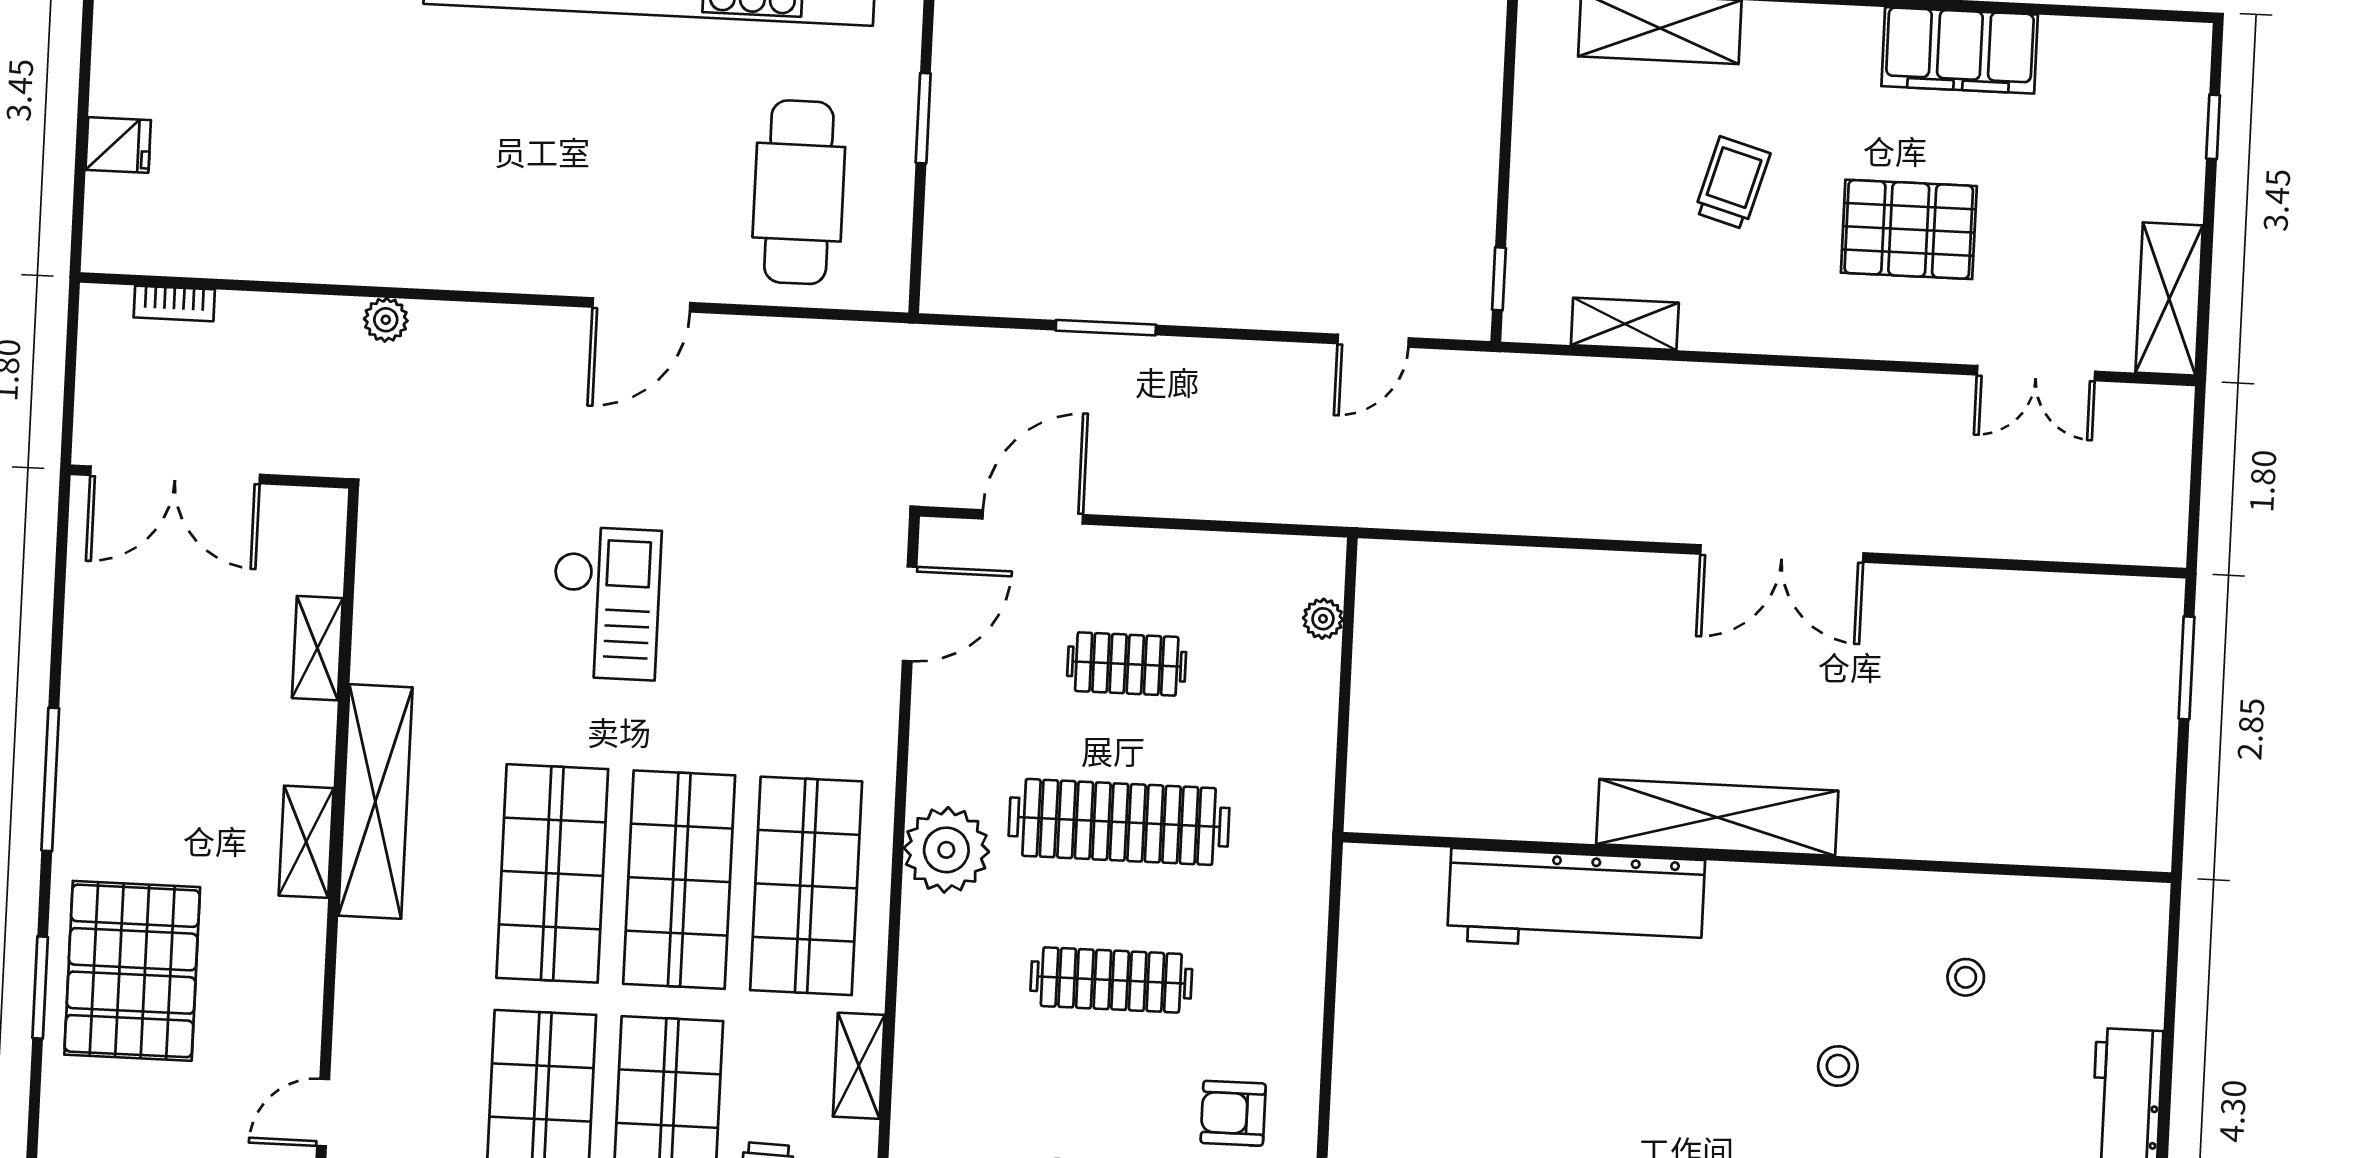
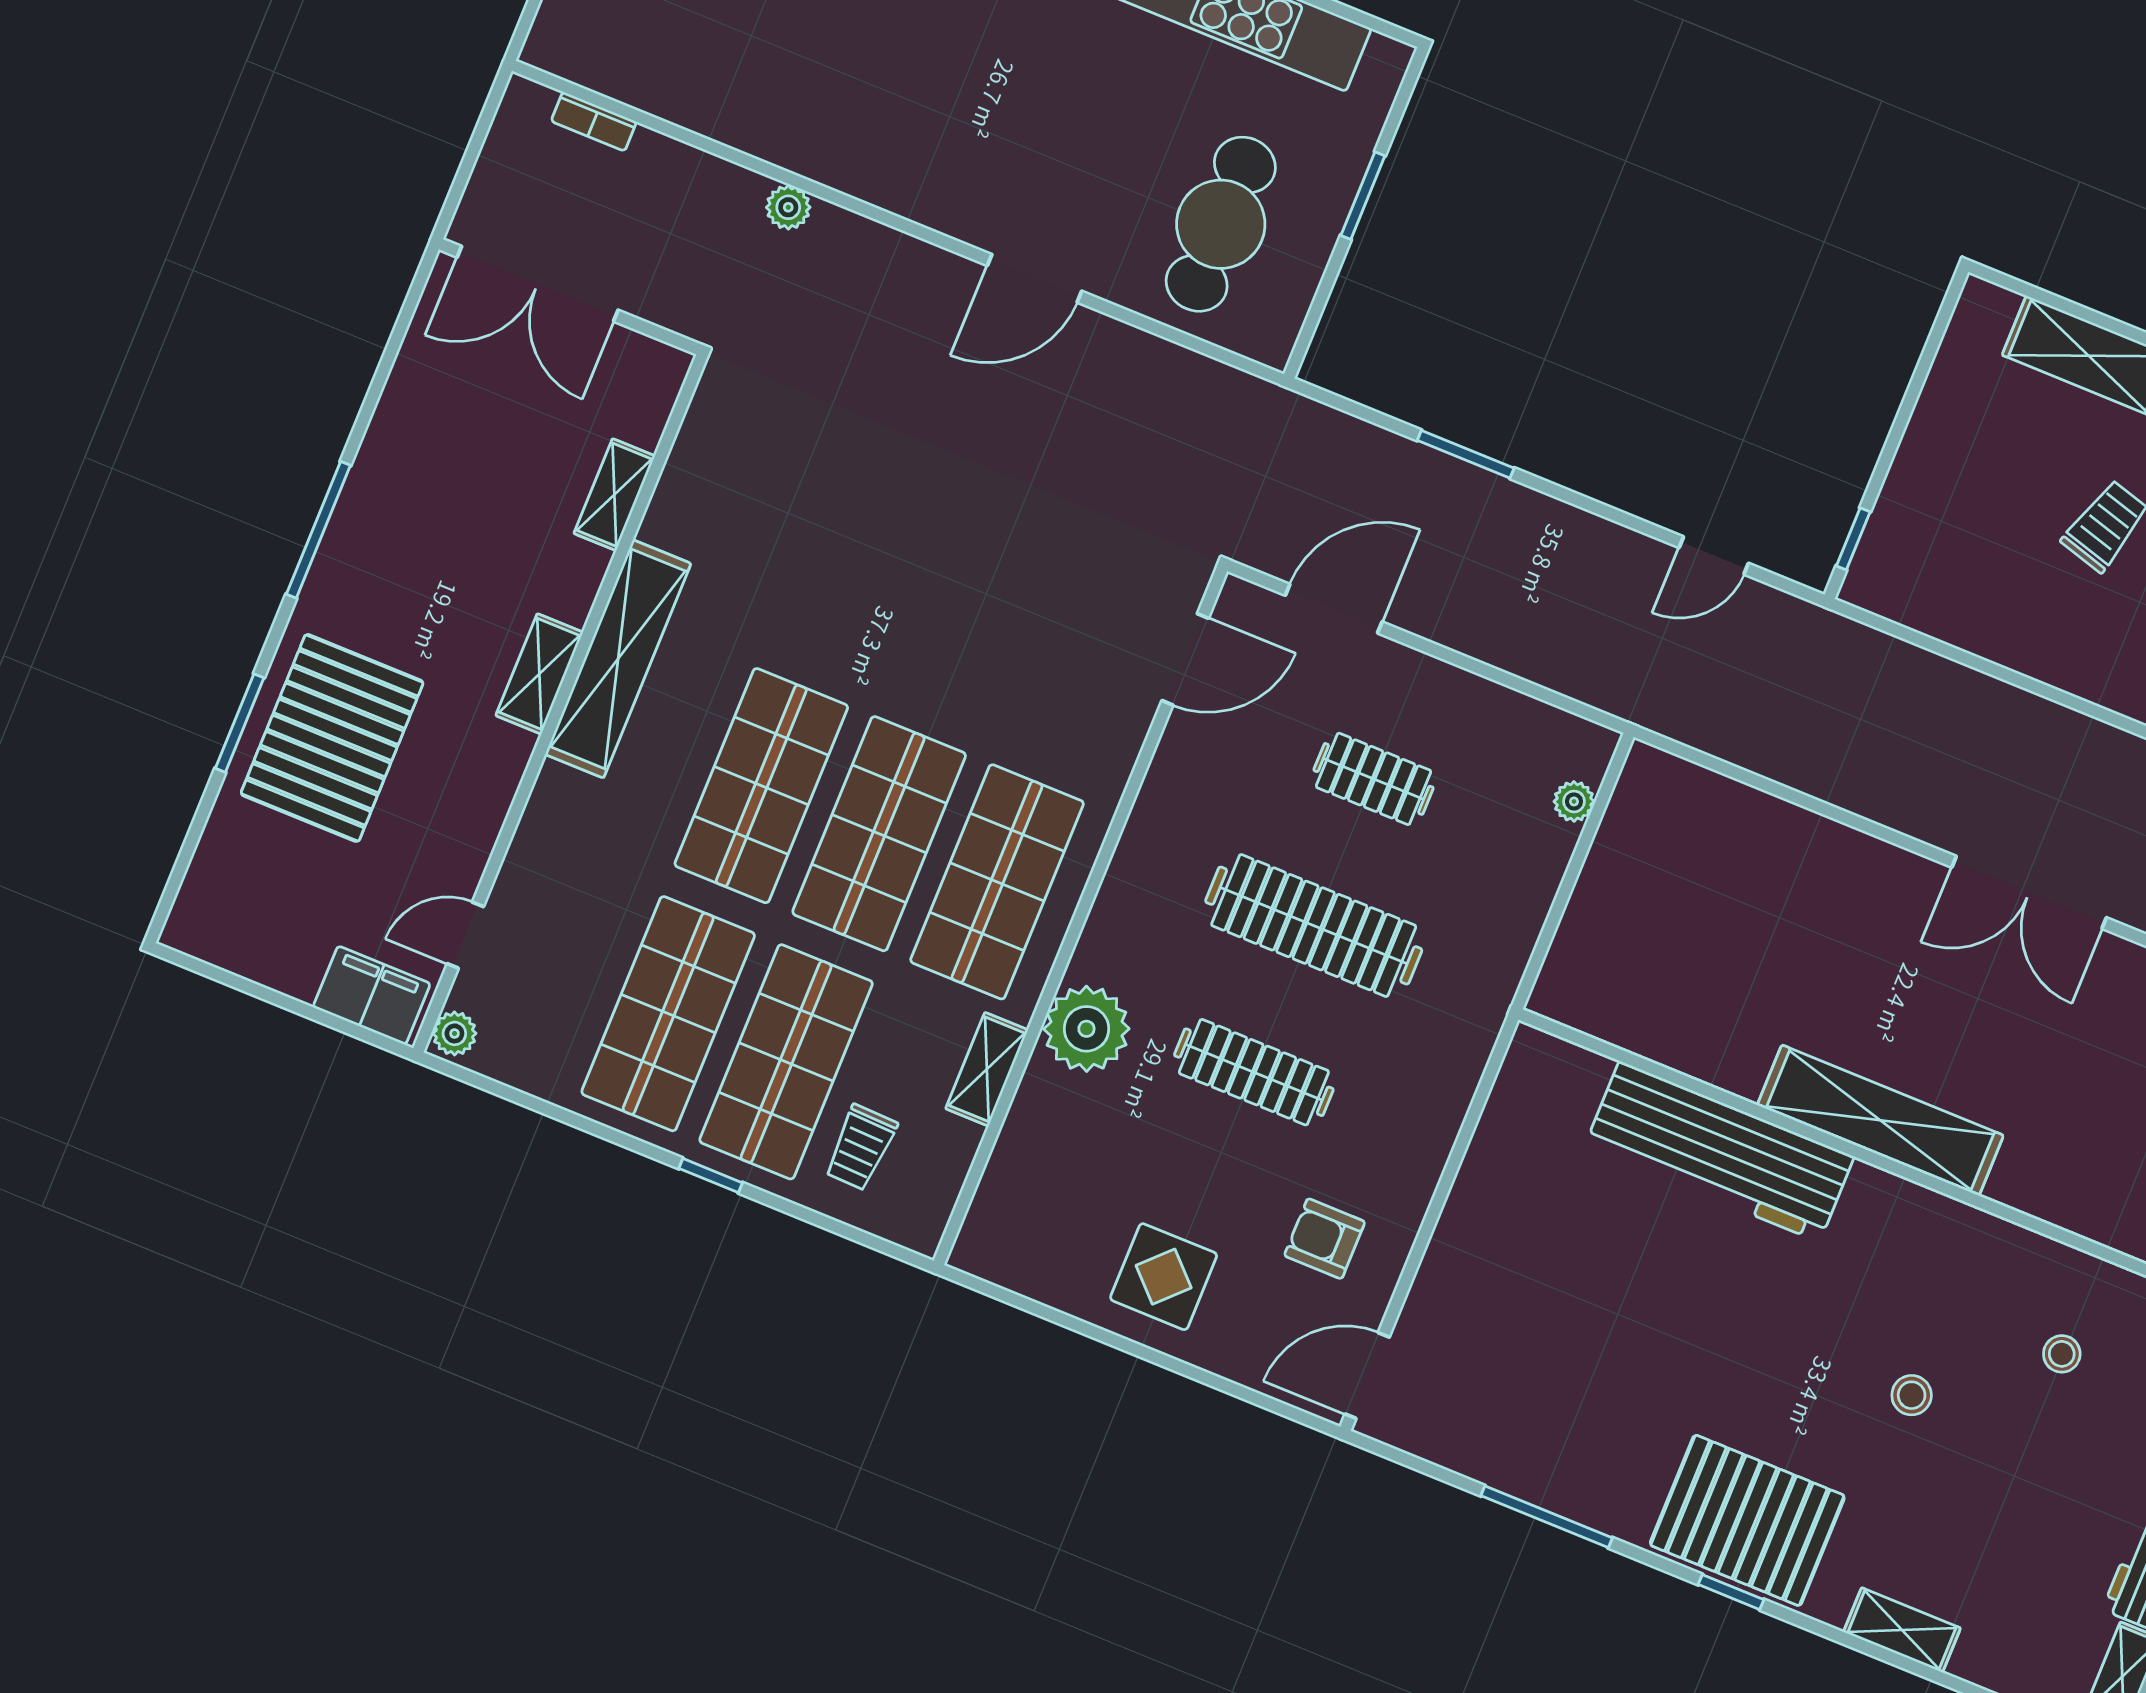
shelving: (1625, 324) -> (1957, 623), removed
checkout: (606, 603) -> (902, 548), removed
plant: (946, 850) -> (1086, 1029), moved

